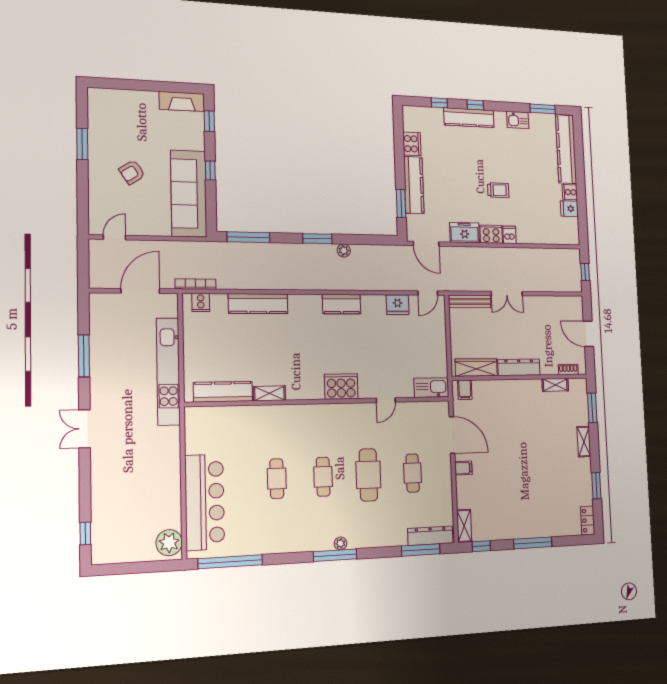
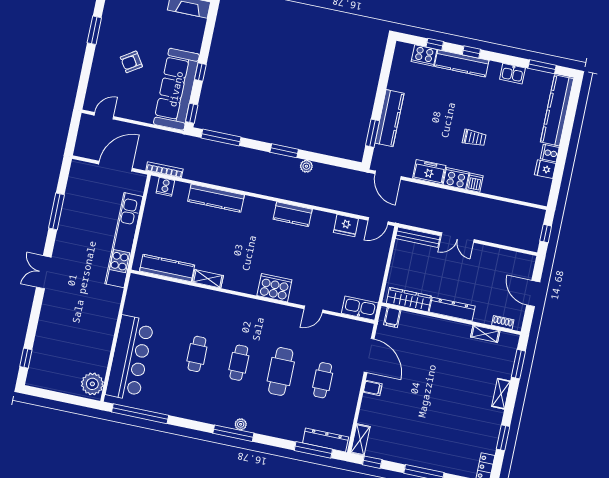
window: (209, 121) -> (192, 113), moved
cooker: (412, 144) -> (424, 55), moved, turned 90

